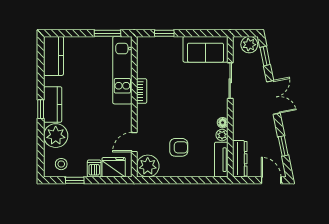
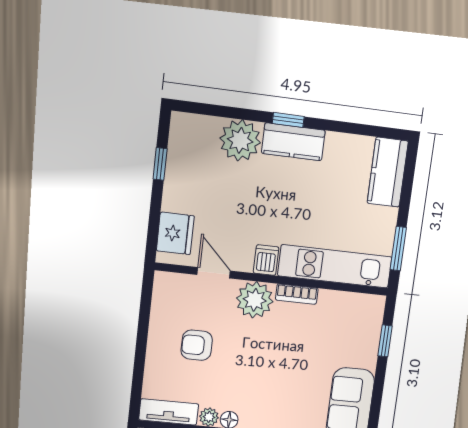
kitchen counter: (54, 56) -> (388, 172), moved, turned 90
armchair: (179, 147) -> (197, 345), turned 90
stool: (61, 164) -> (191, 144), removed
plant: (148, 166) -> (255, 300), moved
dishwasher: (94, 169) -> (266, 260), moved, turned -90

